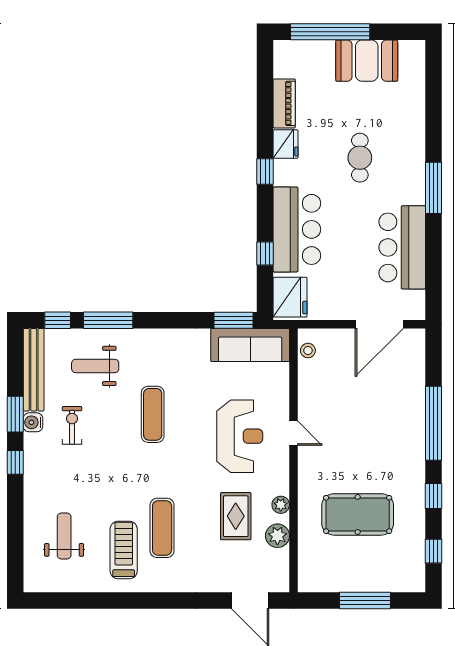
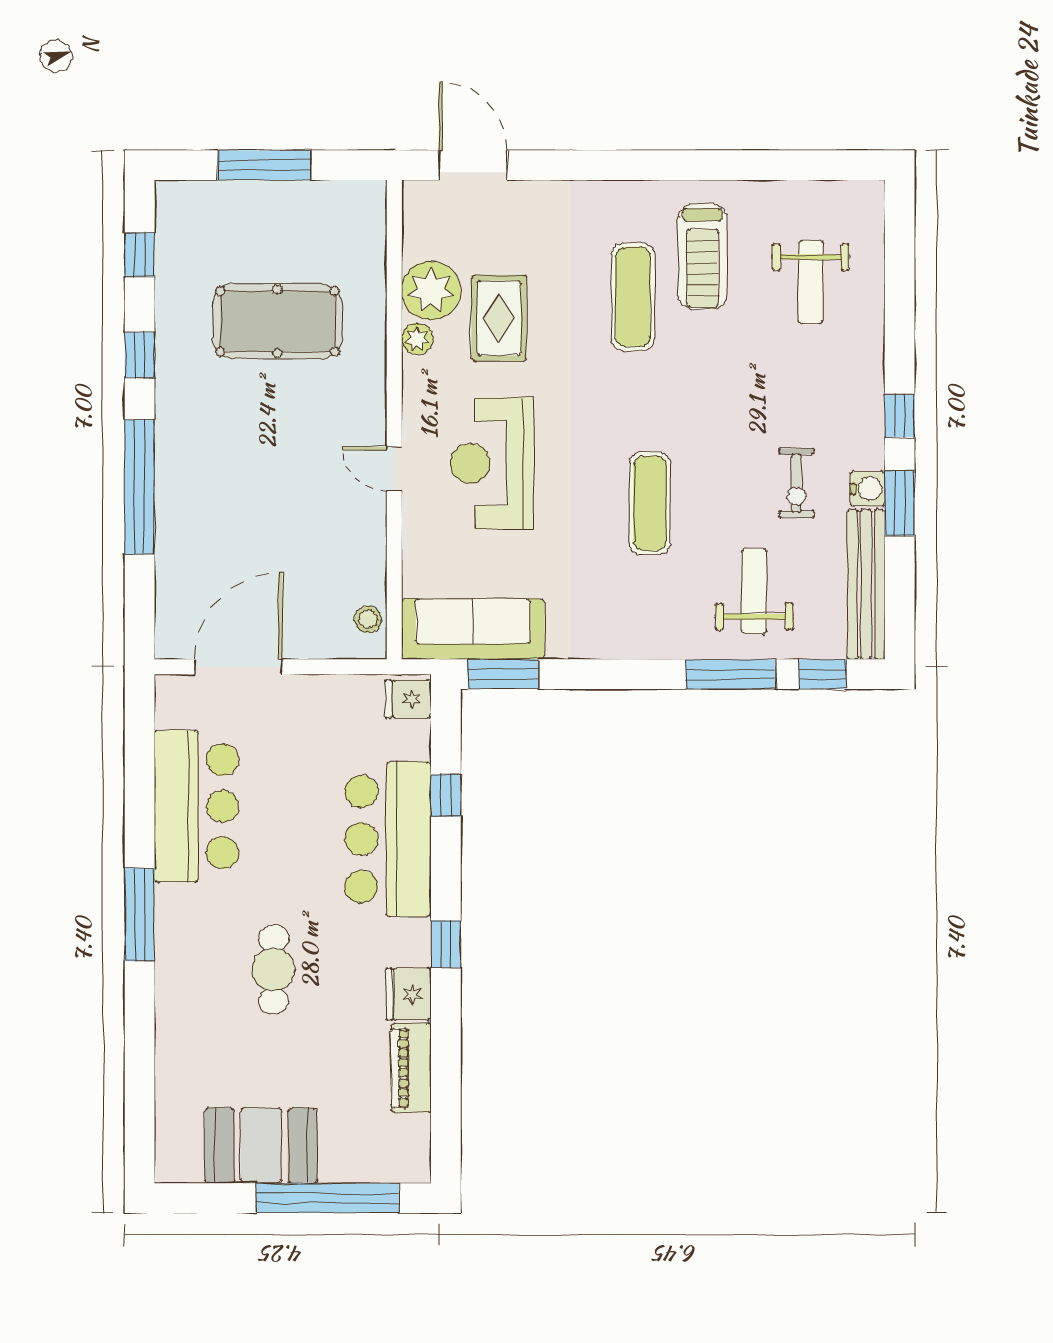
fridge: (290, 297) -> (408, 699), width x0.53, depth x0.75
weight bench: (95, 366) -> (754, 591), turned -90
plant: (277, 536) -> (431, 291), width x1.36, depth x1.36

